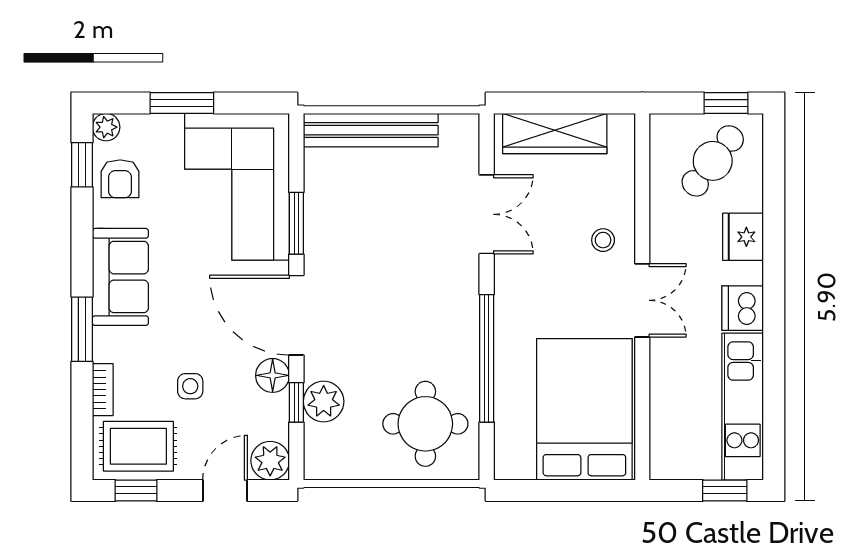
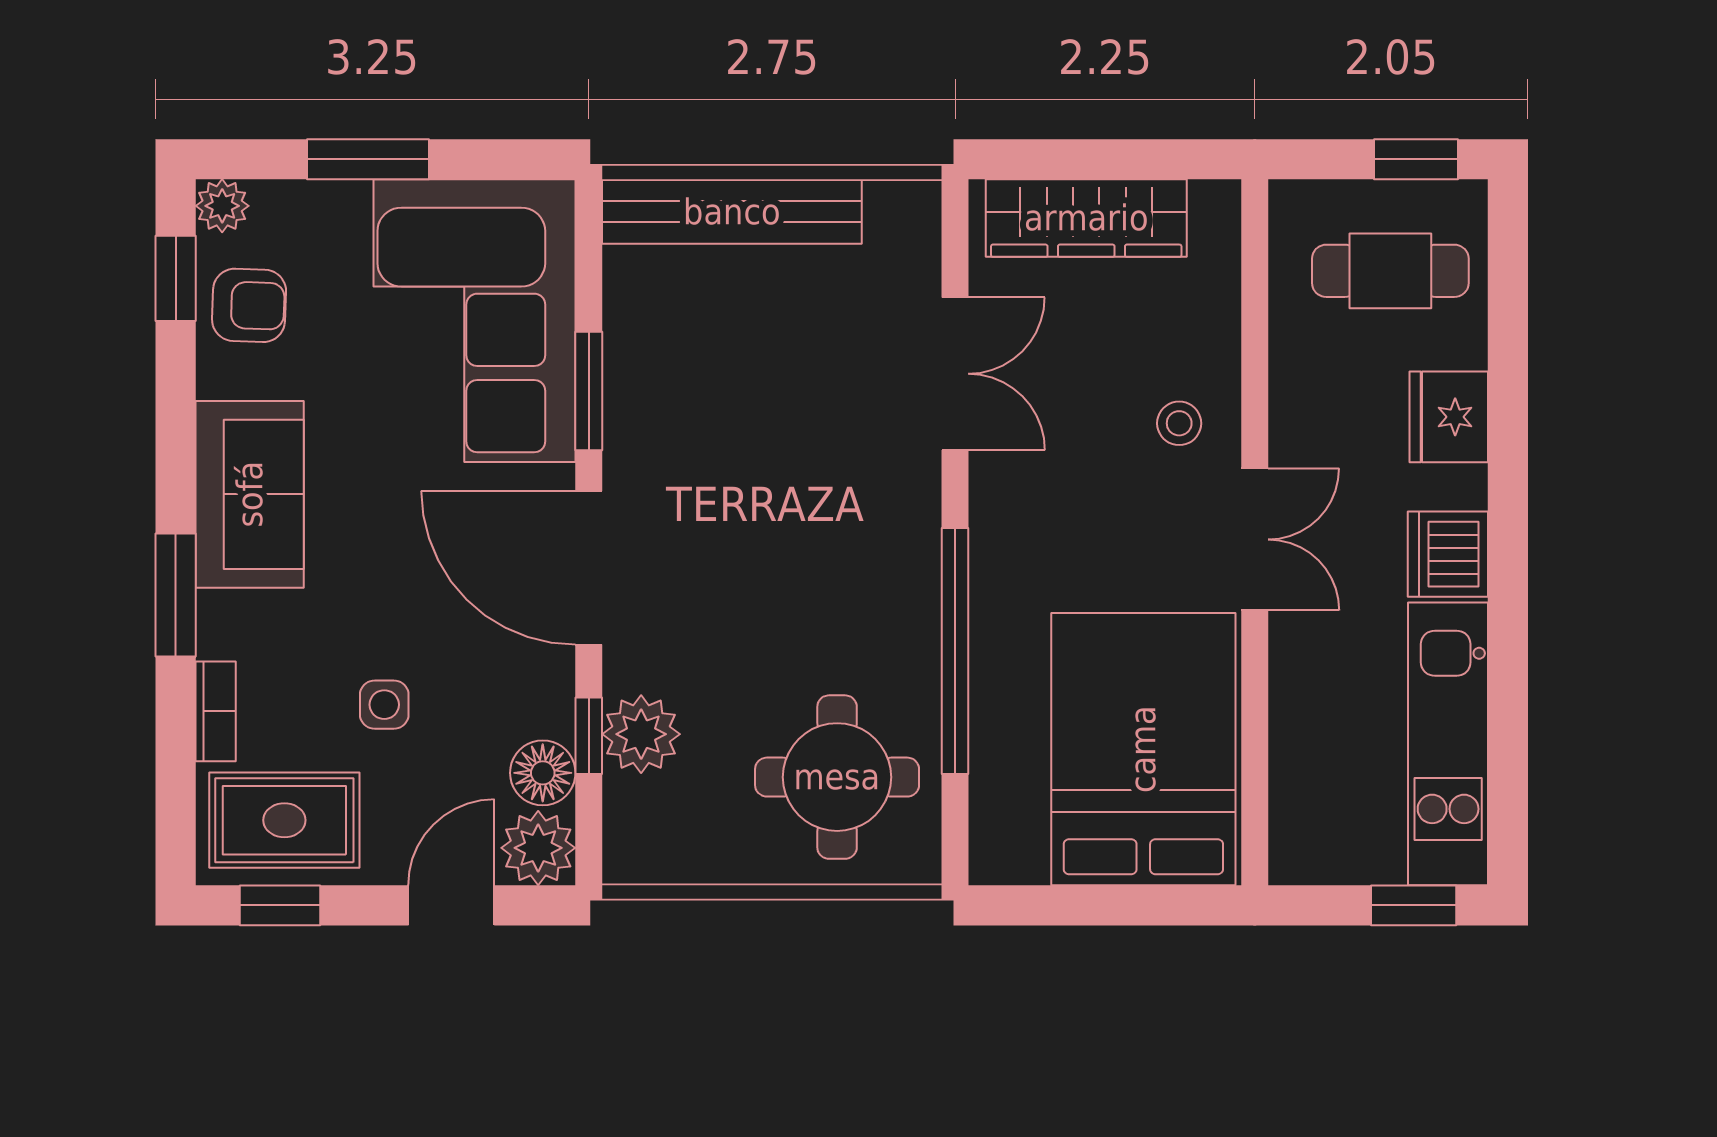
cafe table: (713, 161) -> (1390, 271), turned 52
armchair: (120, 179) -> (249, 305), turned -88
floor lamp: (273, 375) -> (543, 773), moved

